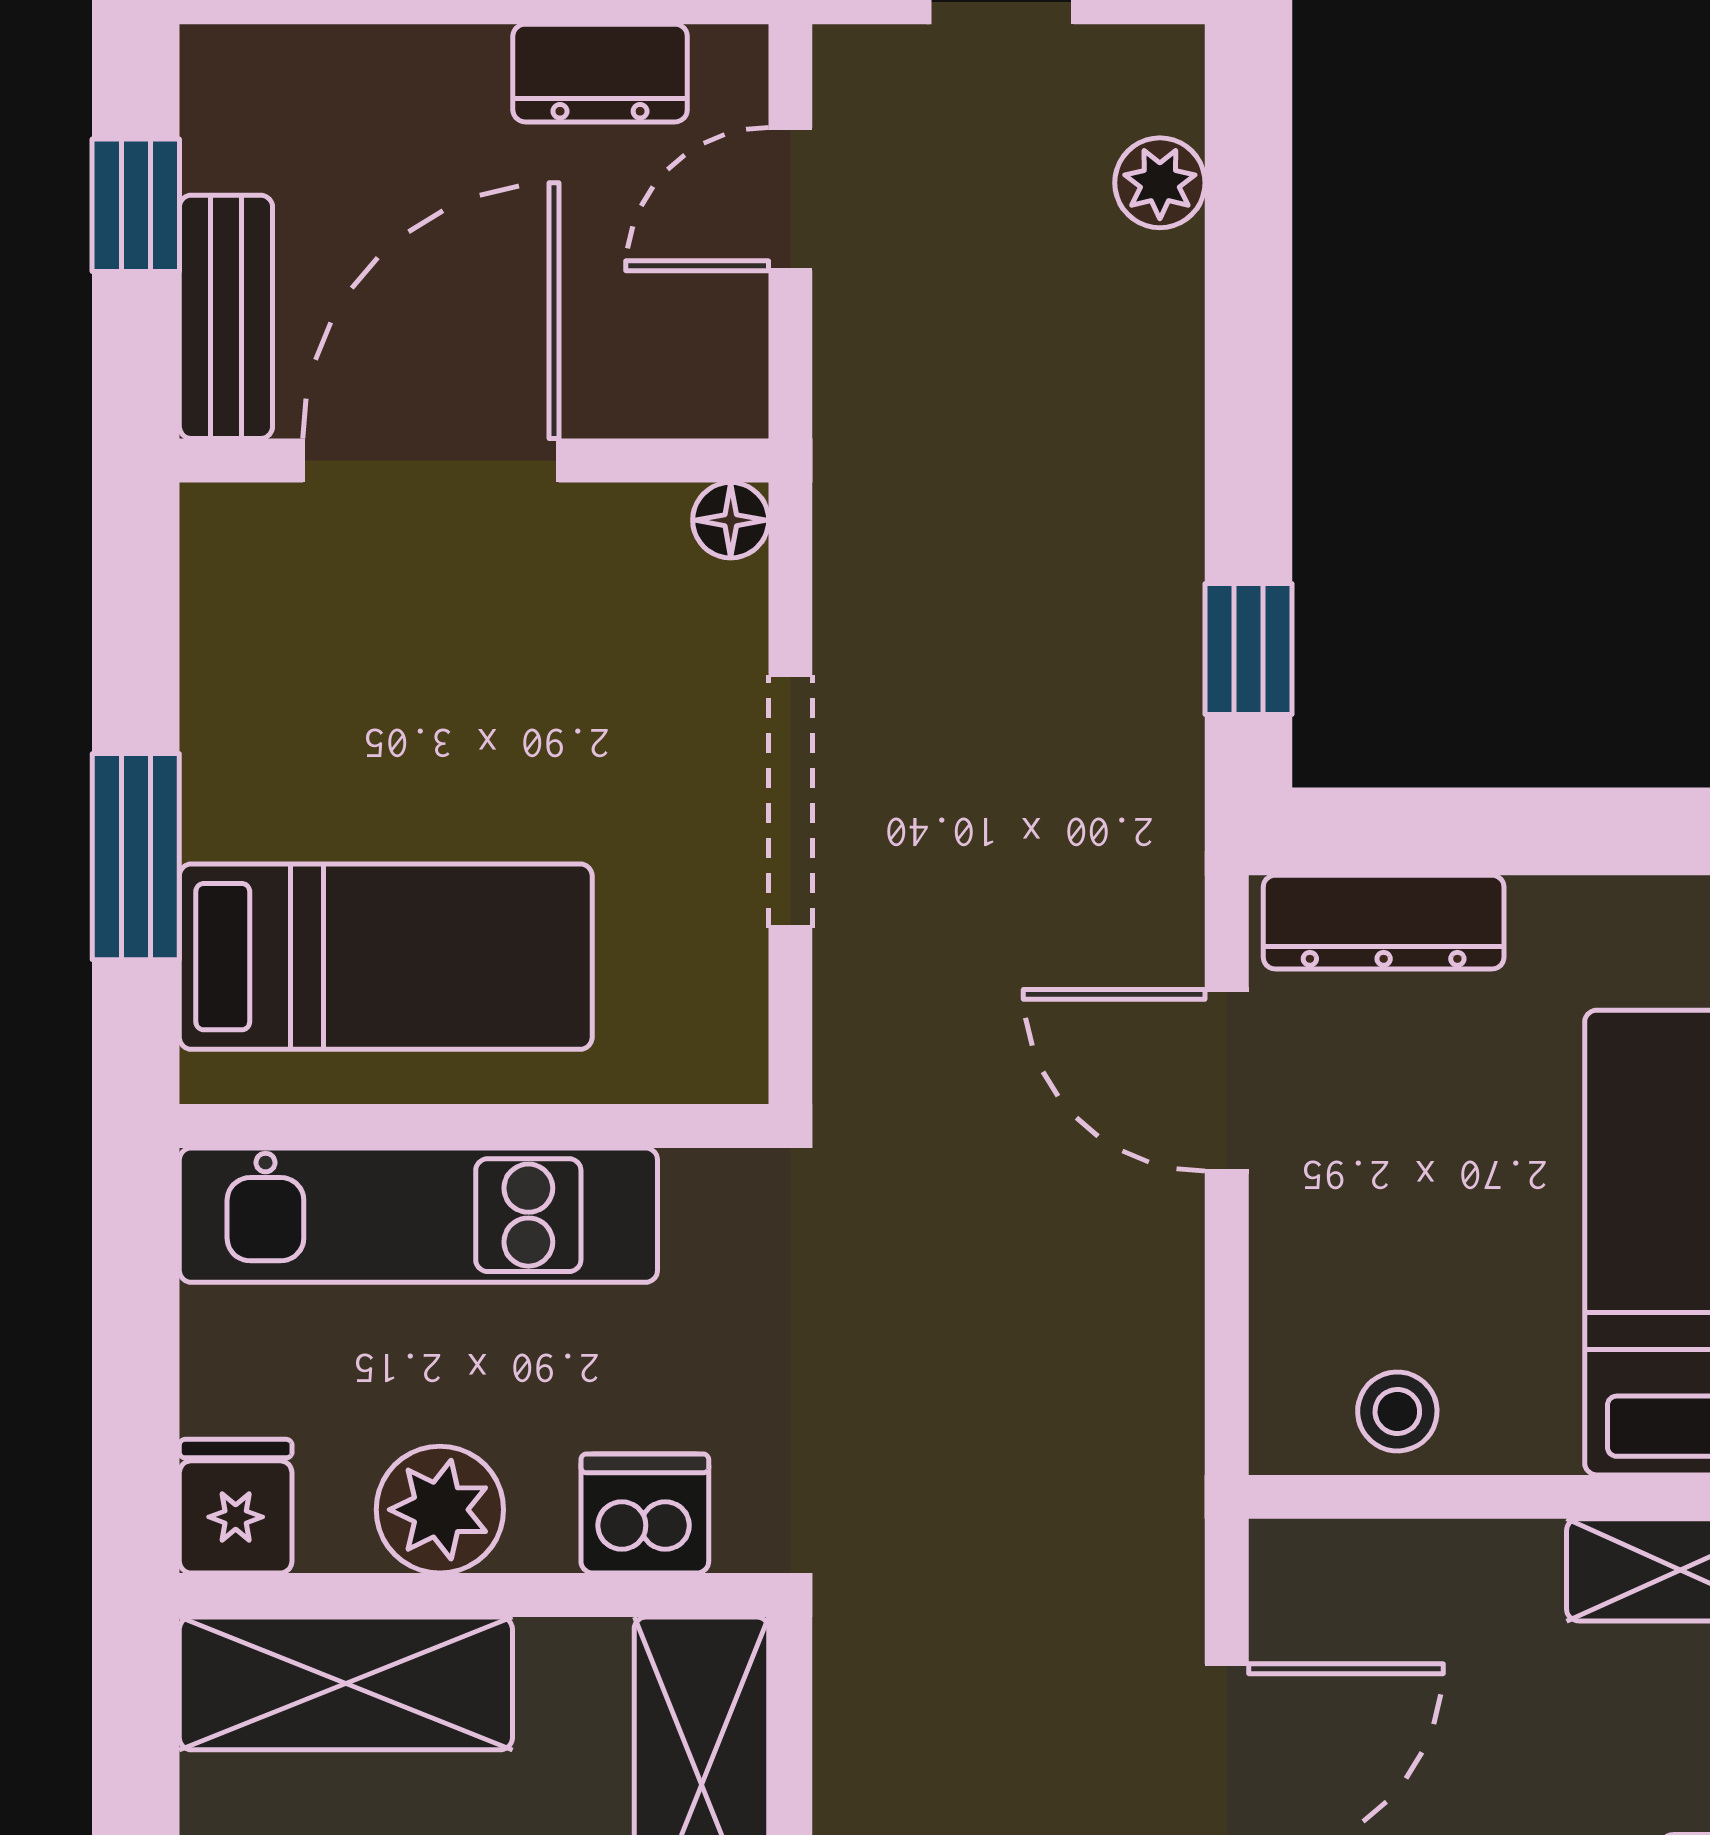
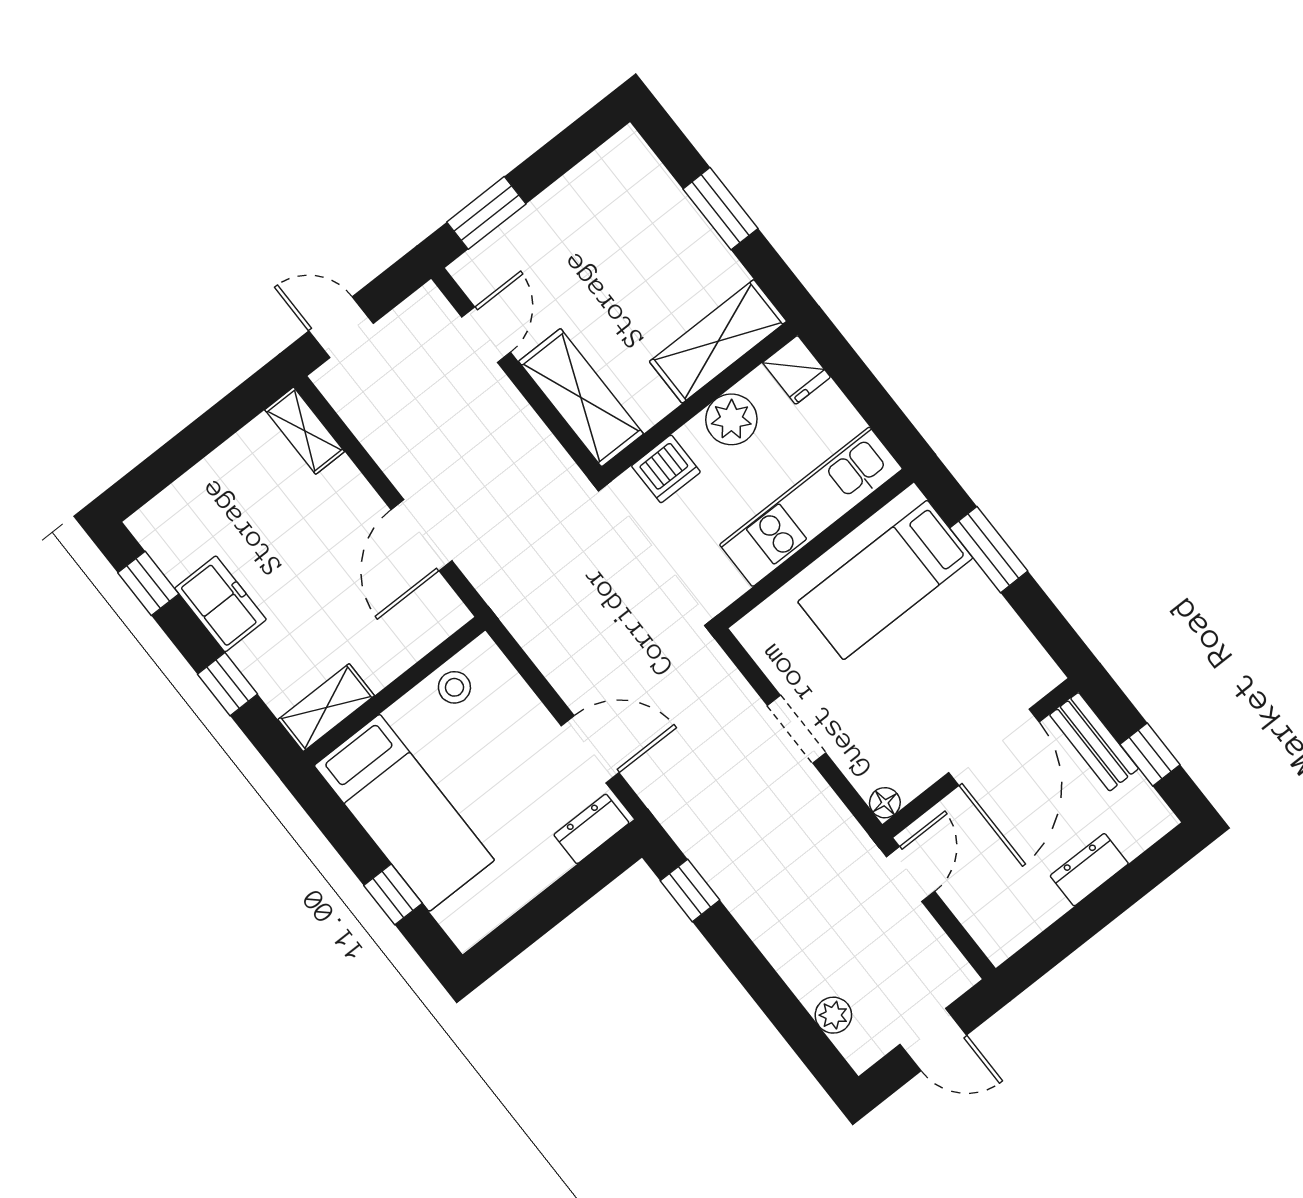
dresser: (600, 73) -> (1089, 870), moved
door: (790, 199) -> (911, 874), moved
doorway: (790, 801) -> (797, 729), width x0.73
dresser: (1384, 922) -> (591, 829), width x0.70

